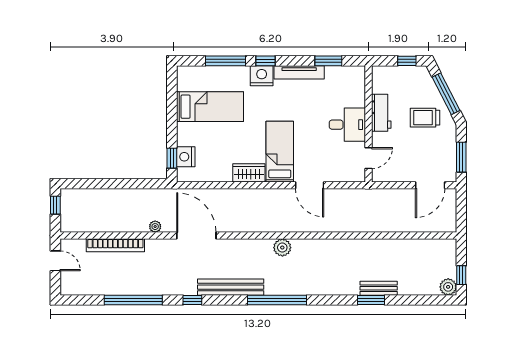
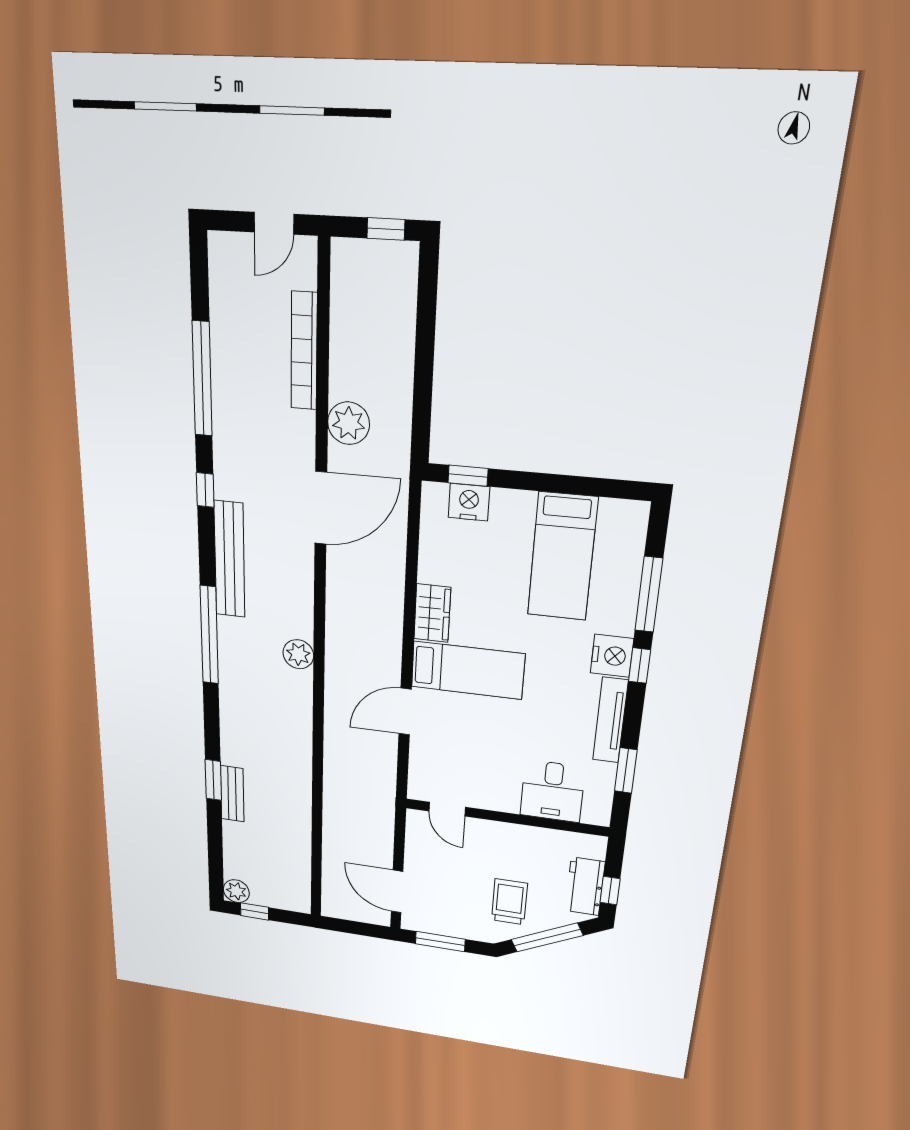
workbench: (381, 113) -> (585, 886), moved, turned 90
desk: (347, 125) -> (552, 791), moved
plant: (155, 227) -> (349, 423), width x1.88, depth x1.88

